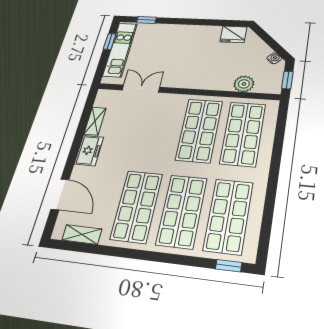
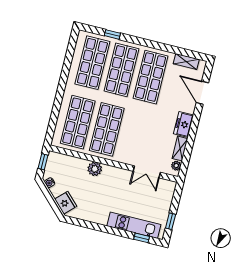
fridge: (233, 34) -> (66, 203), moved, turned 45
kitchen unit: (120, 50) -> (134, 225), moved, turned 90
plant: (244, 84) -> (95, 169), moved
plant: (101, 101) -> (176, 166), added
window: (229, 266) -> (112, 34), moved

